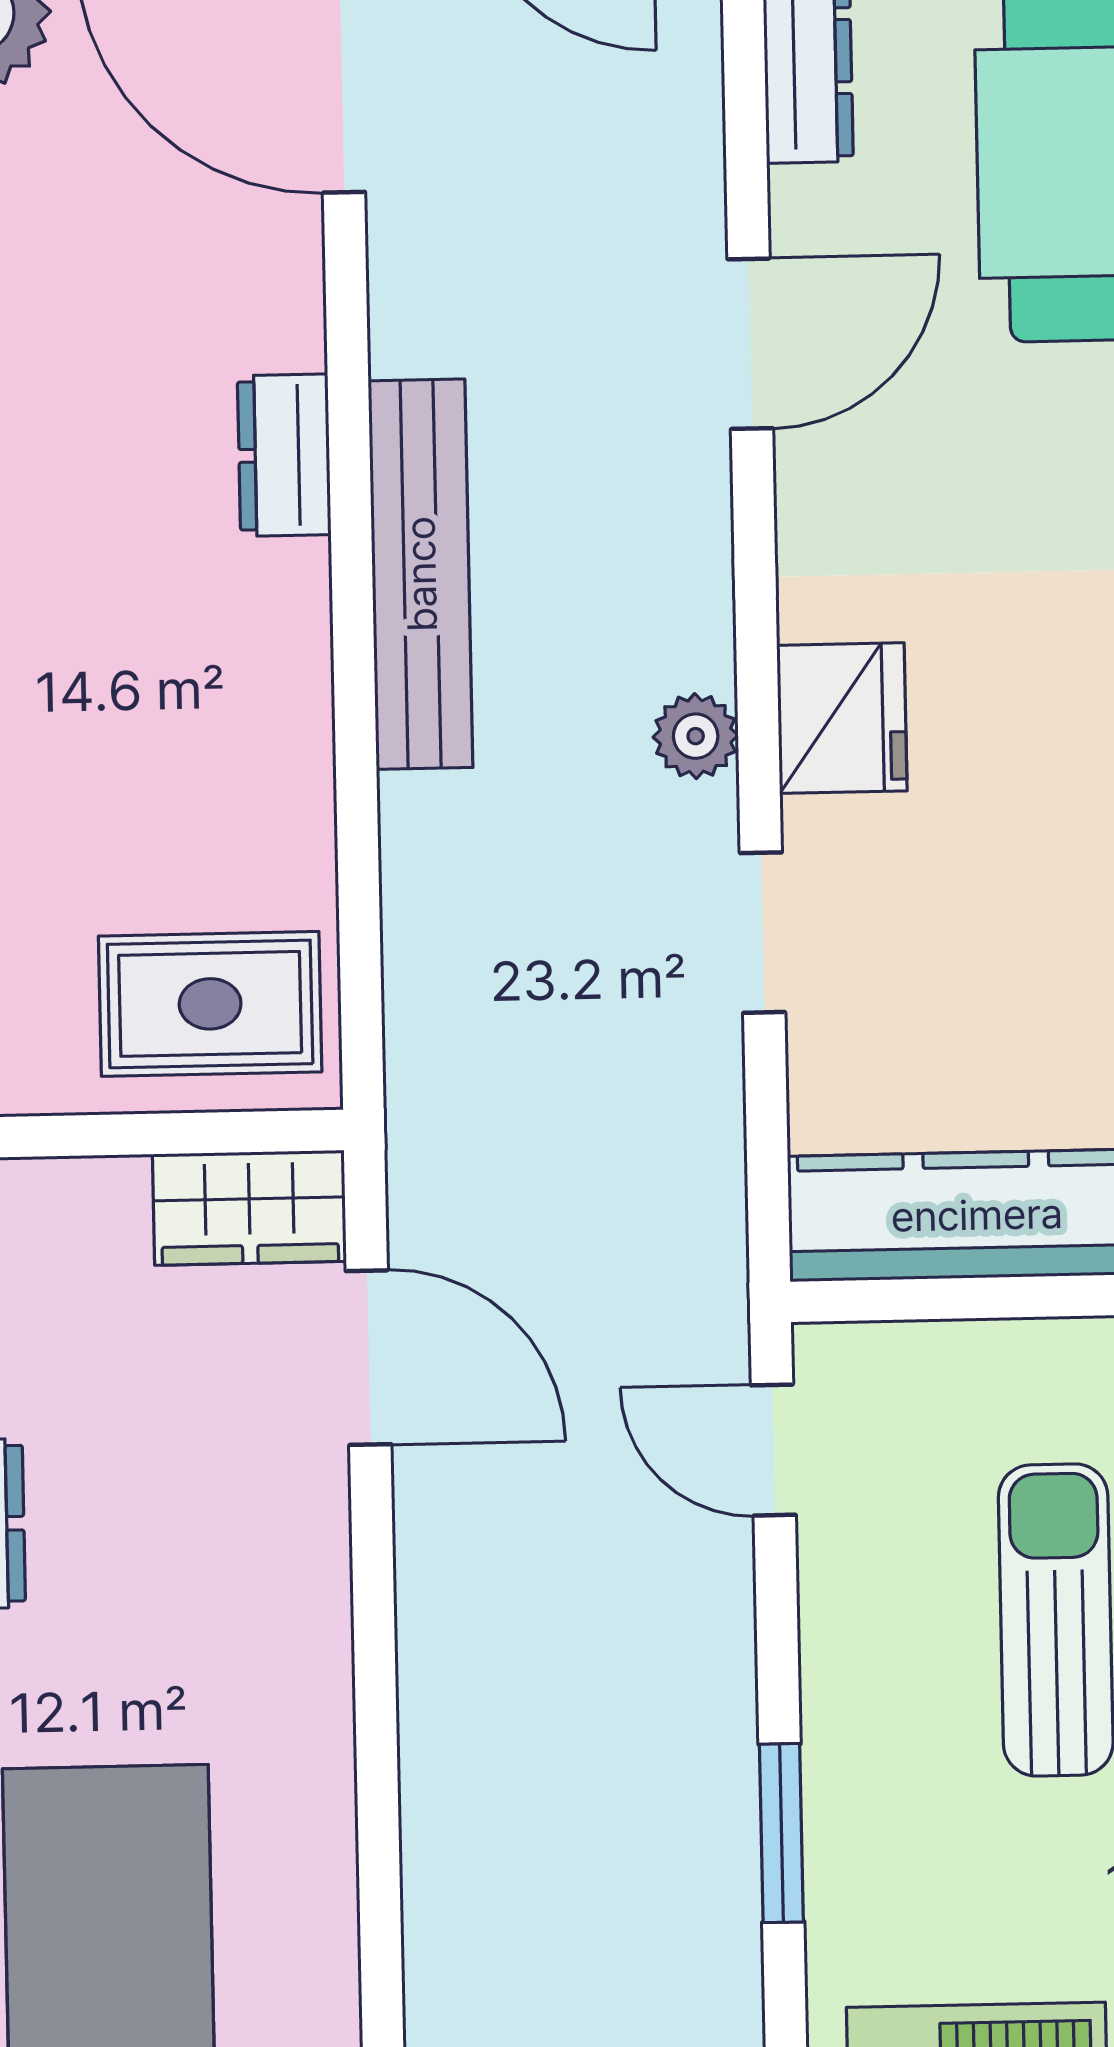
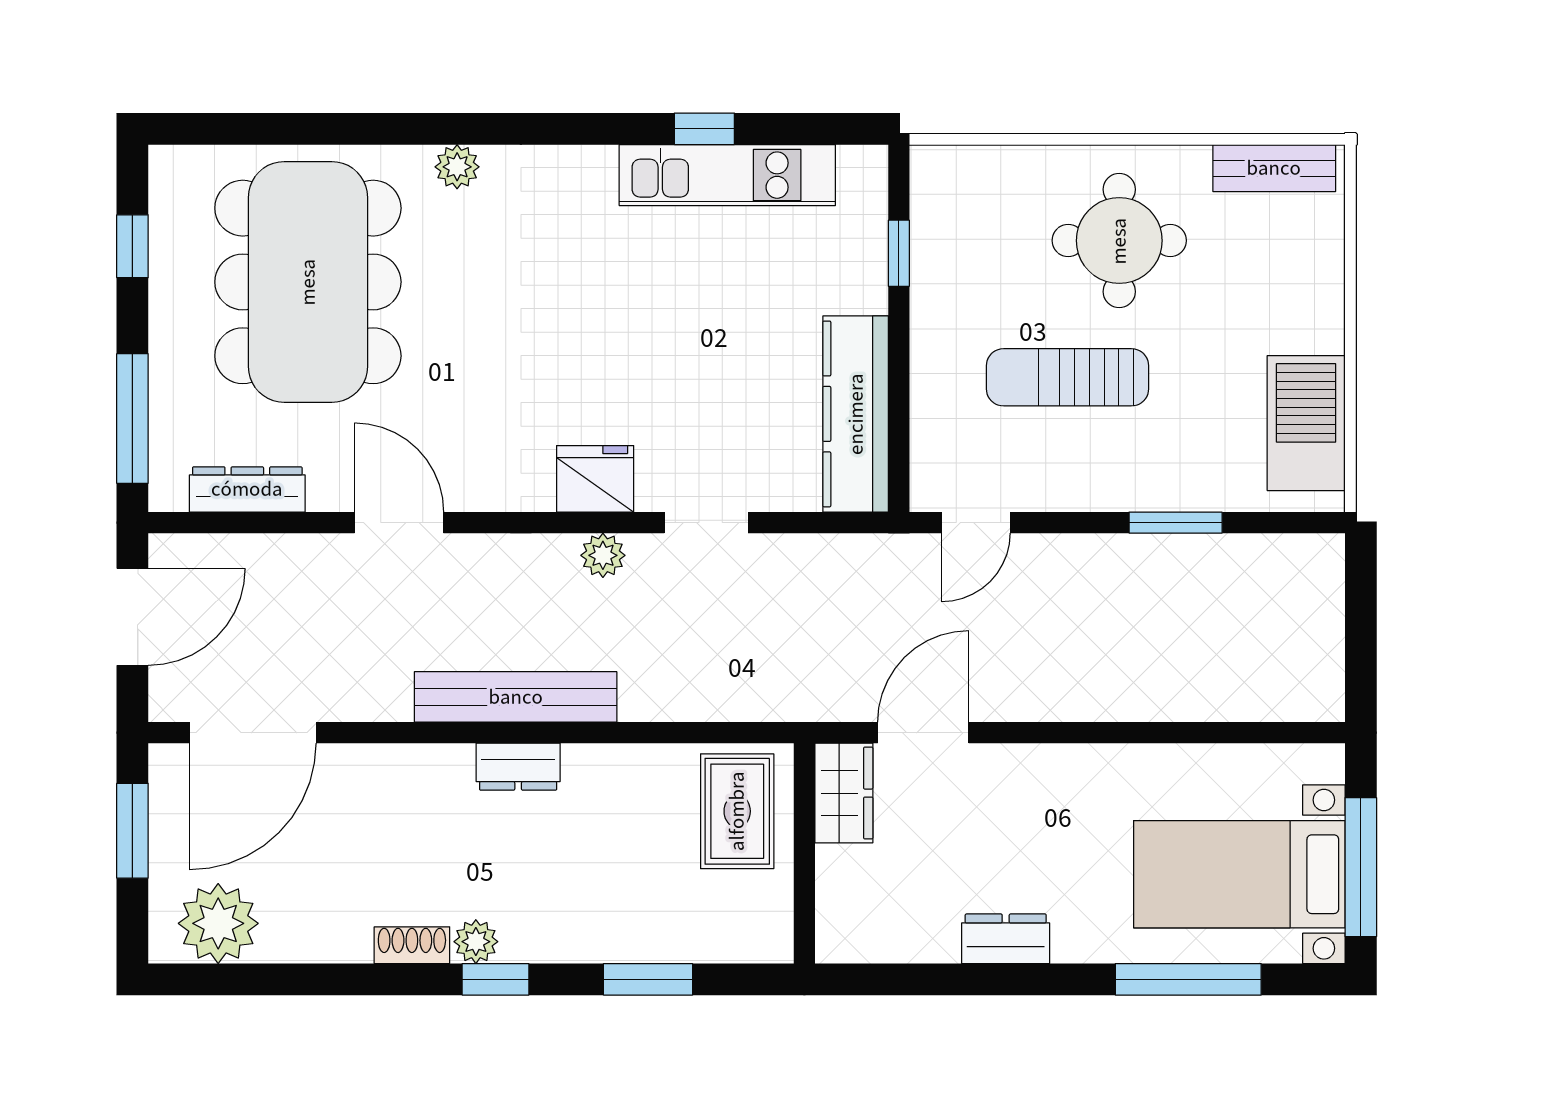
dresser: (284, 455) -> (518, 767), moved

